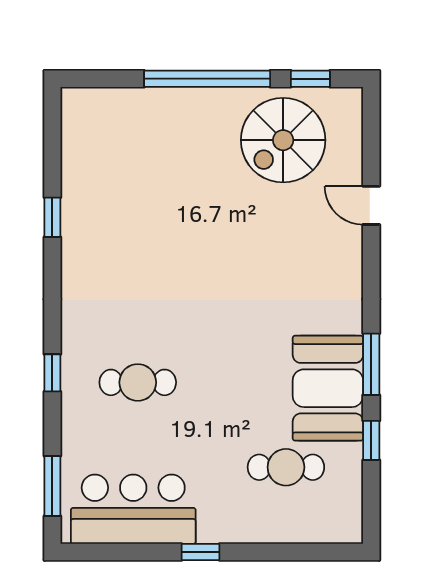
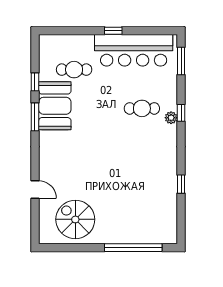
window: (207, 79) -> (133, 248), moved
window: (310, 79) -> (63, 248), removed
spiral stairs: (283, 140) -> (75, 219), turned -90
plant: (74, 362) -> (171, 118), added
bar counter: (133, 509) -> (134, 50), width x1.36

